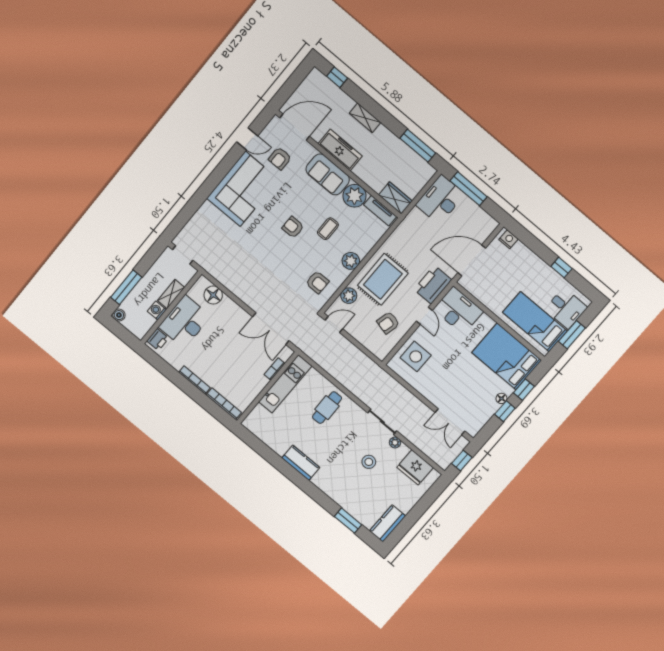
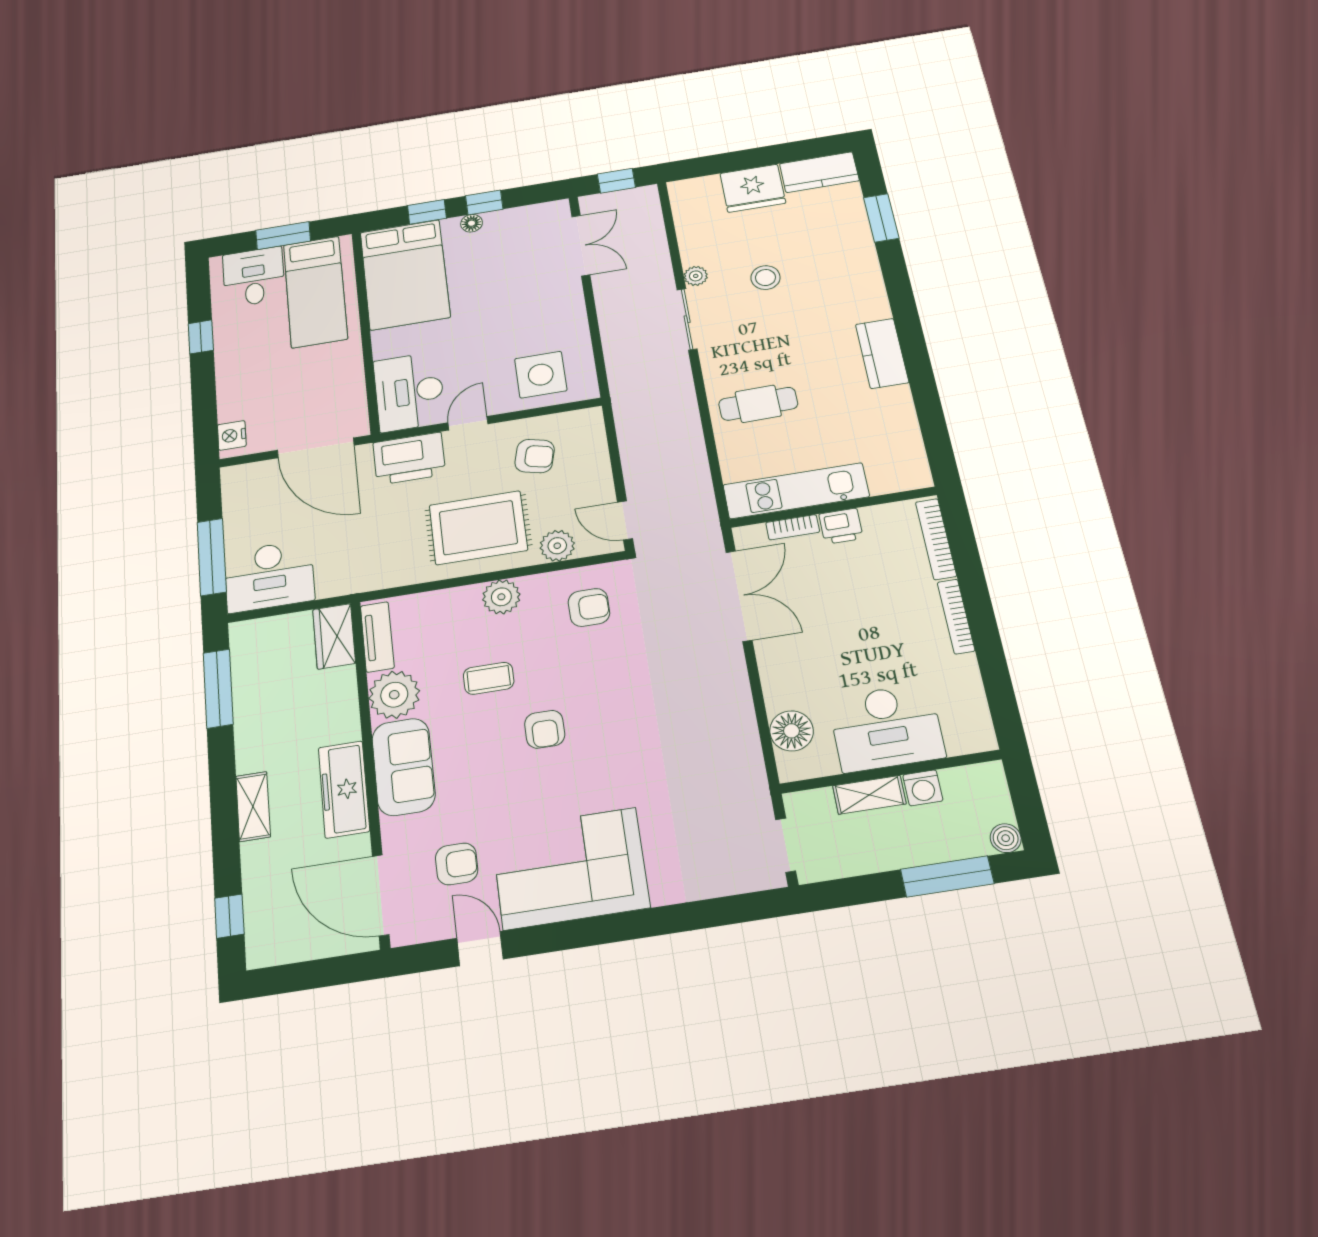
armchair: (317, 282) -> (589, 607), turned 90
printer: (158, 340) -> (841, 526), moved, turned 180
fridge: (415, 467) -> (753, 188), moved, turned 90

